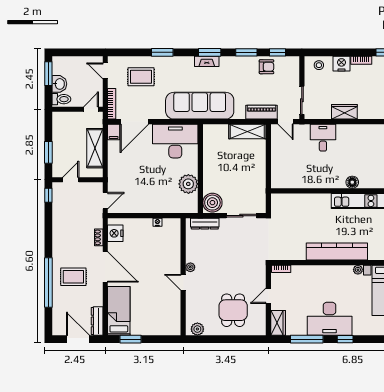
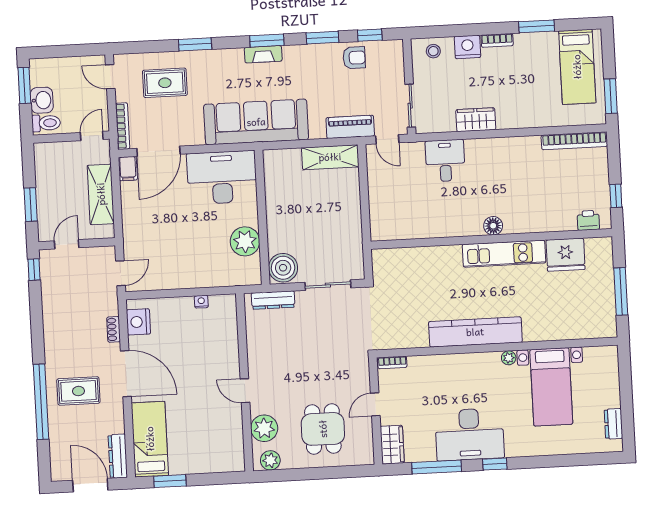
plant: (190, 267) -> (264, 428), moved, width x1.88, depth x1.88

